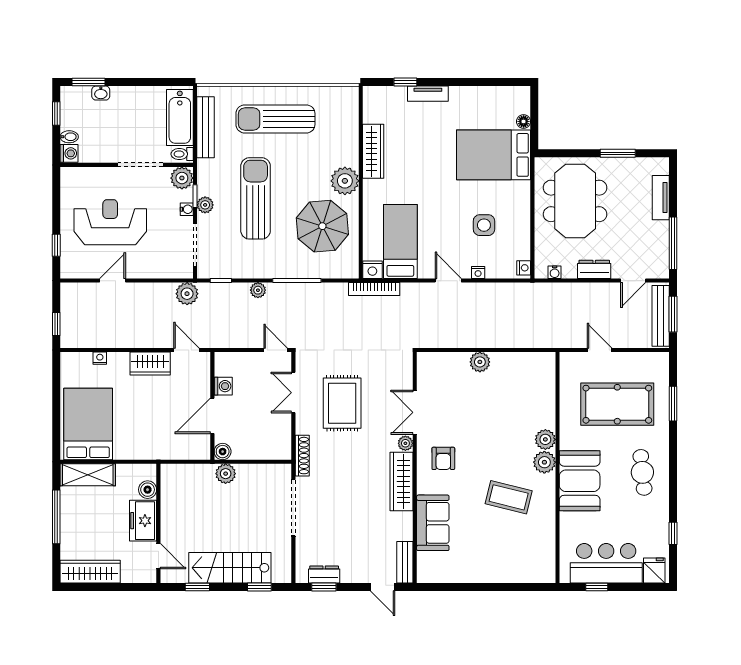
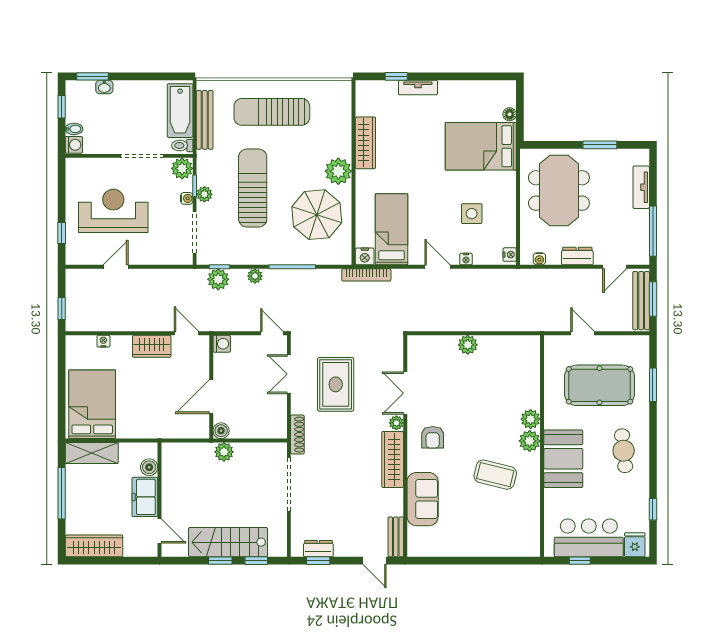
plant: (187, 294) -> (218, 279), moved
washing machine: (223, 386) -> (222, 344), moved
window: (197, 587) -> (220, 561), moved

